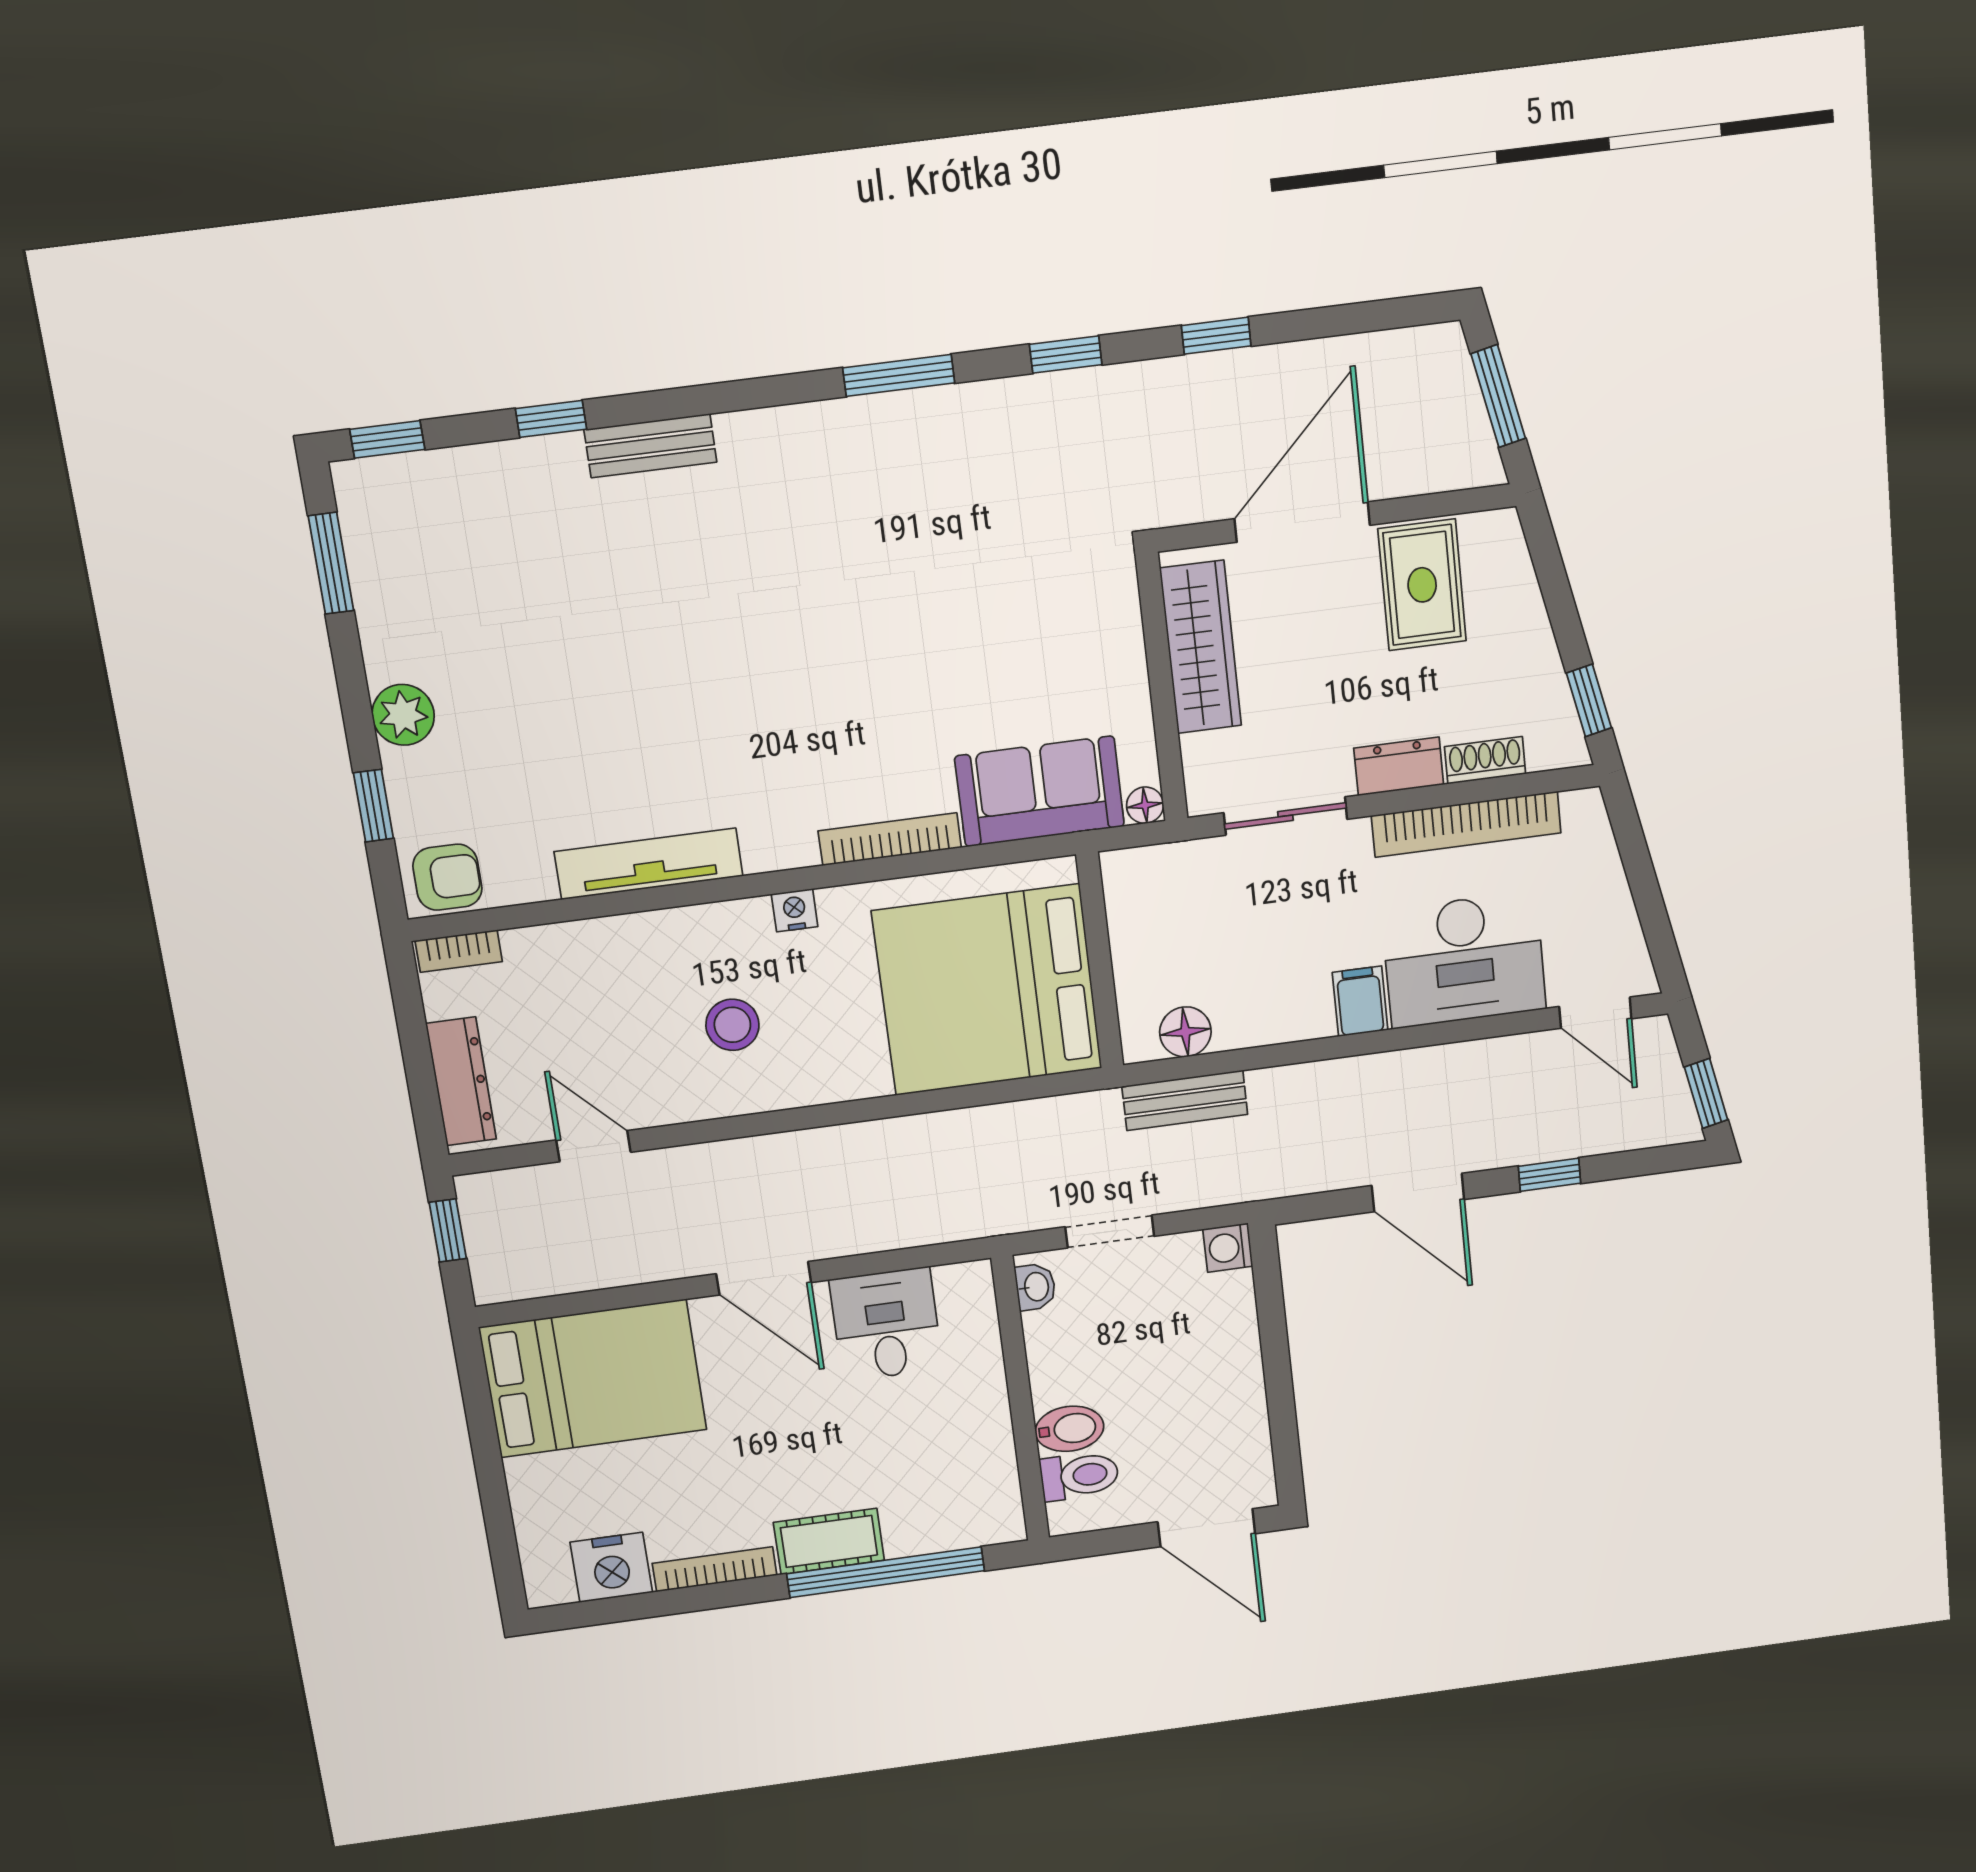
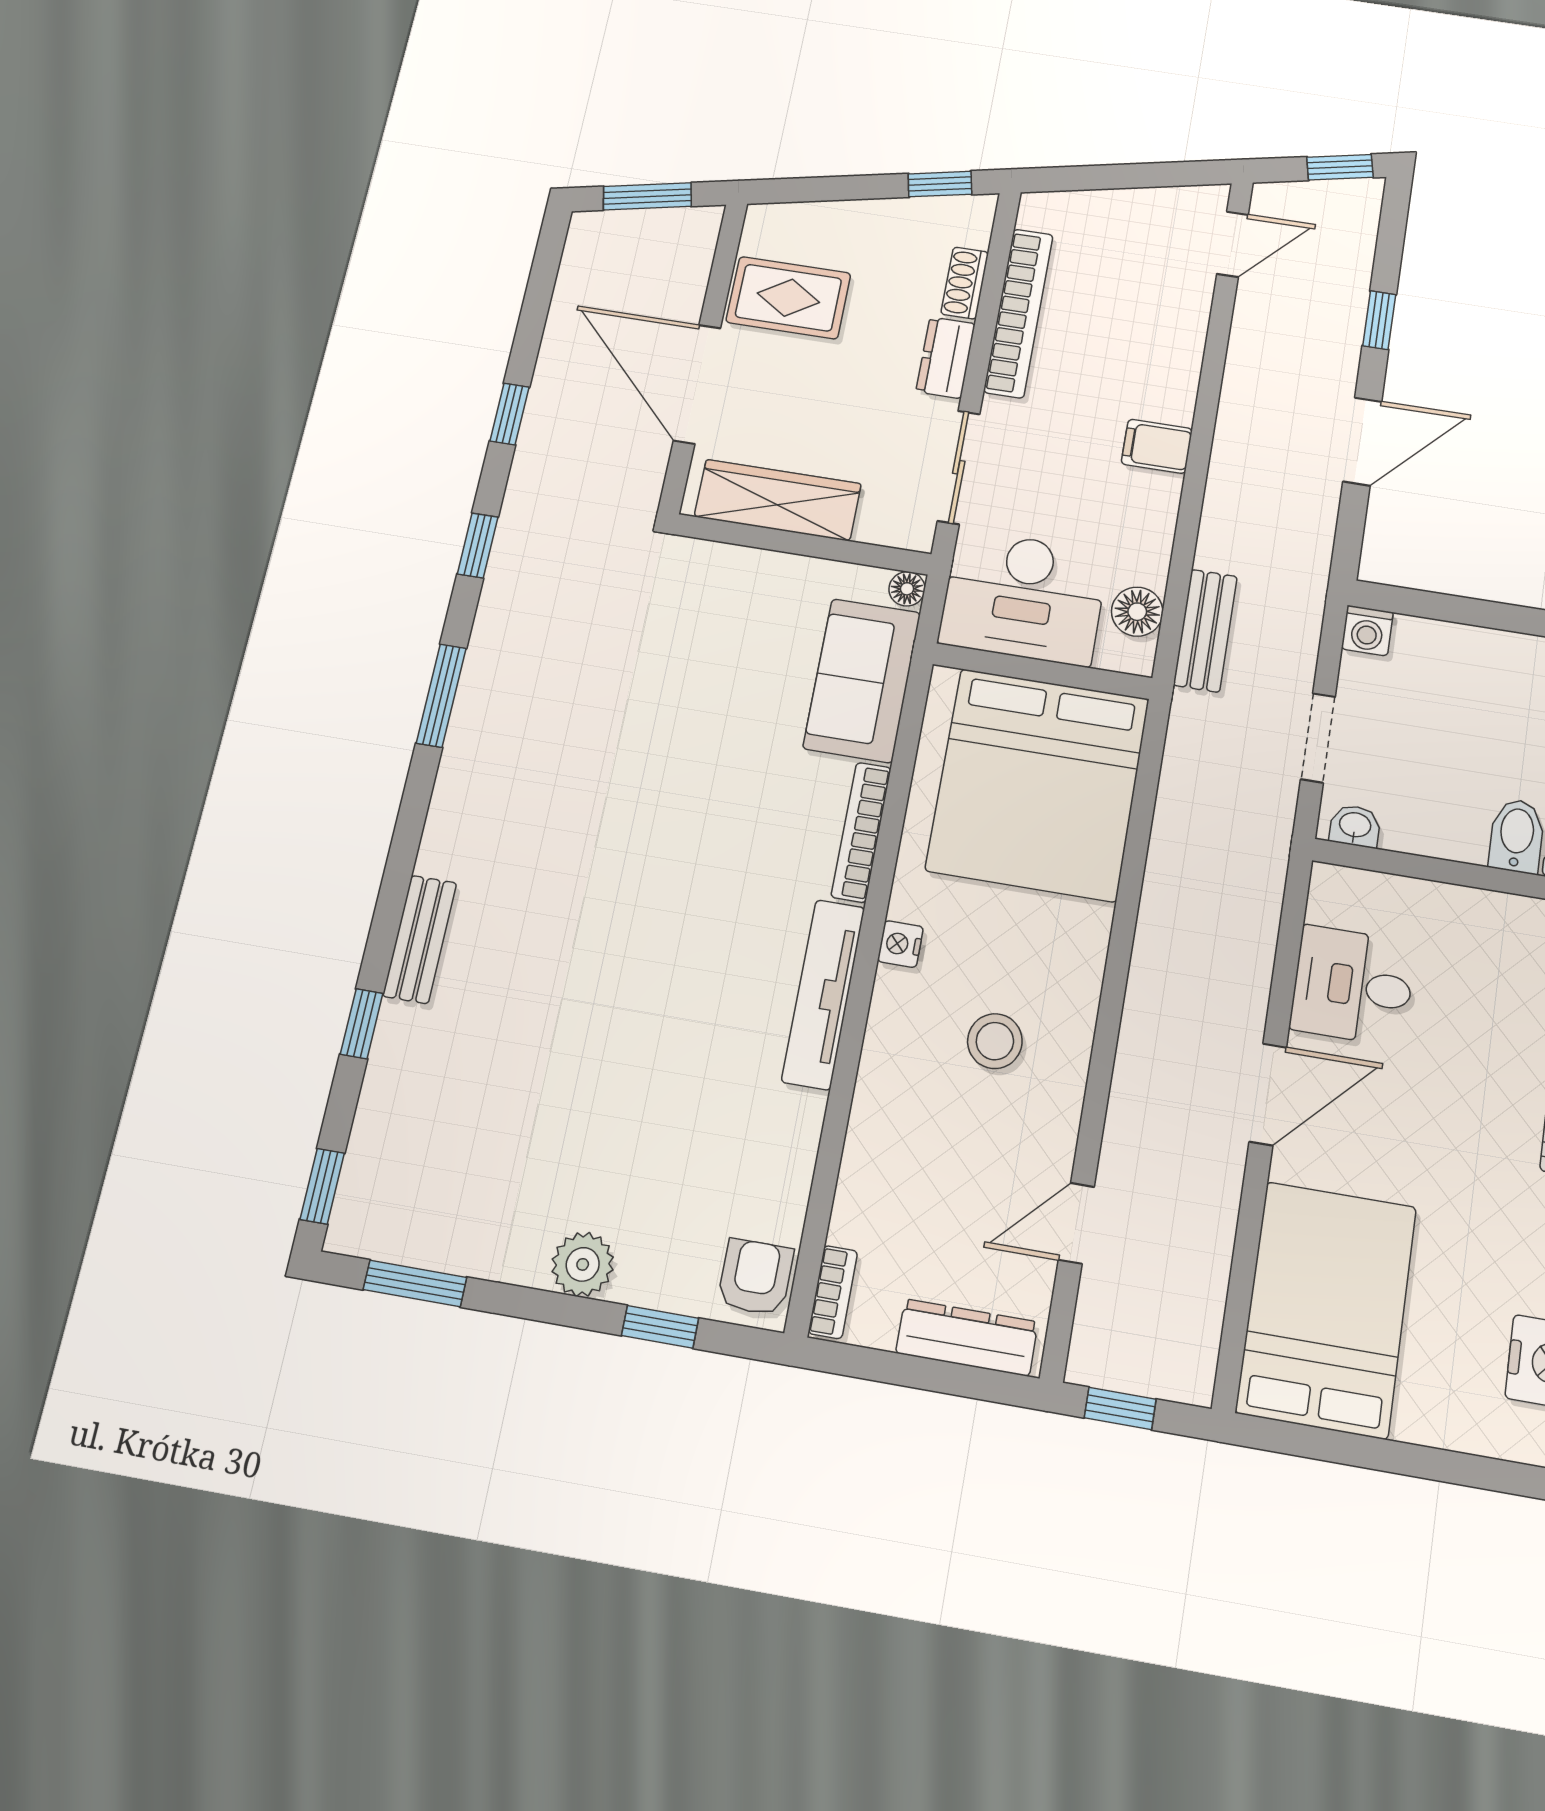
tv unit: (649, 864) -> (823, 994), moved
desk: (1464, 960) -> (1024, 597), moved, turned 90

